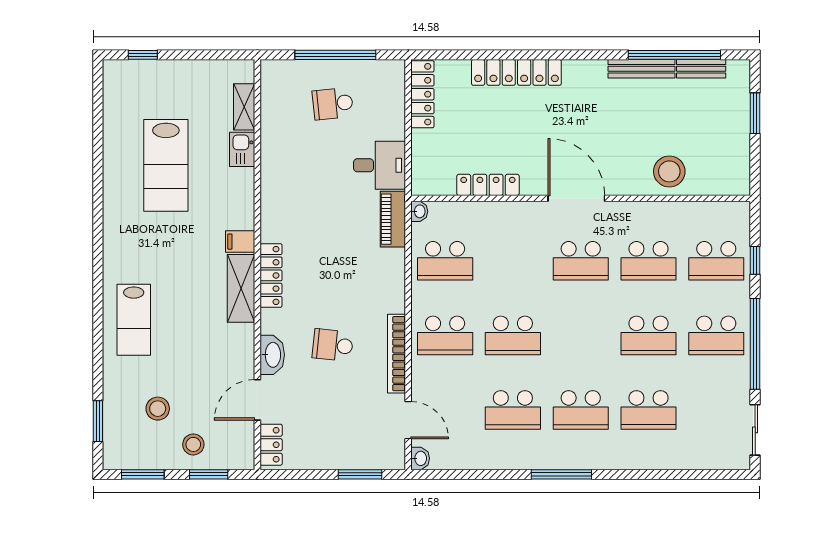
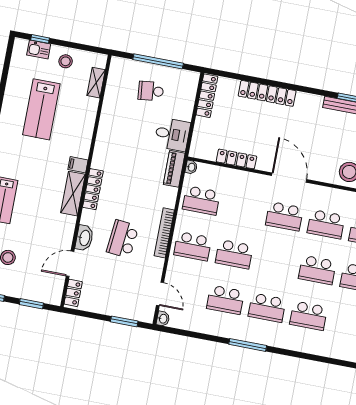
kitchen sink: (242, 149) -> (39, 49), moved, turned -90
school desk: (333, 345) -> (123, 239), width x1.85
bookcase: (396, 354) -> (164, 233), moved
stool: (193, 444) -> (66, 61), moved

